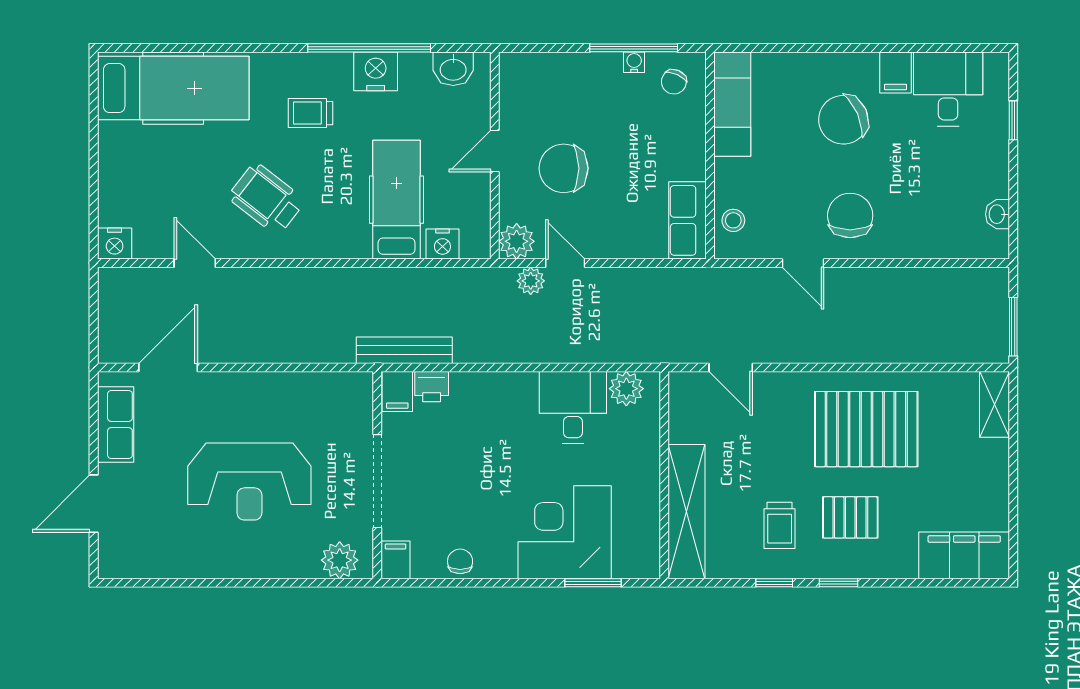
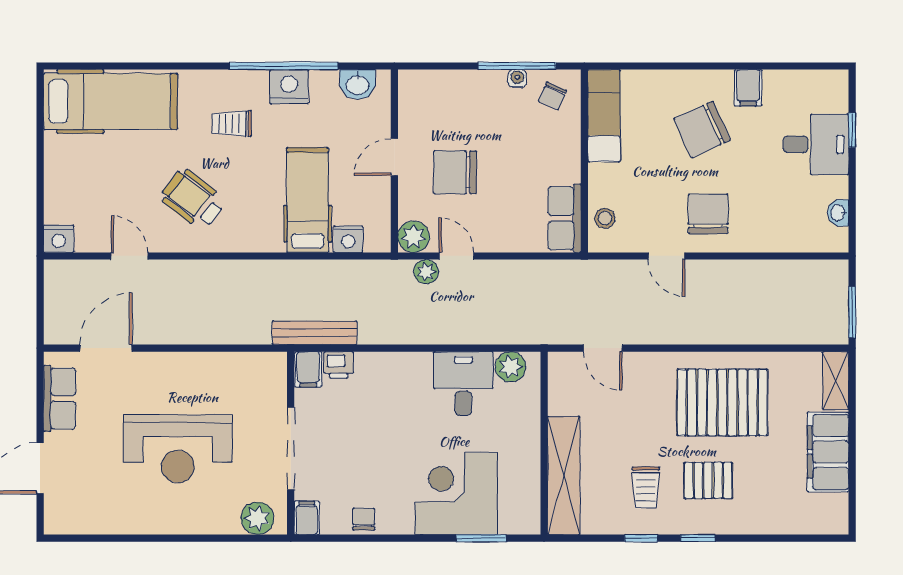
desk: (948, 89) -> (816, 144), moved, turned 90
filing cabinet: (964, 555) -> (828, 452), moved, turned -90

